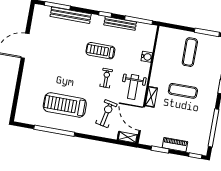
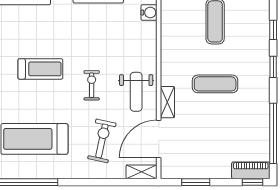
treadmill: (100, 51) -> (40, 69), moved, turned 180
water cooler: (147, 57) -> (149, 13), moved
door: (142, 119) -> (159, 139), hinge flipped
piano: (175, 145) -> (251, 170), moved

